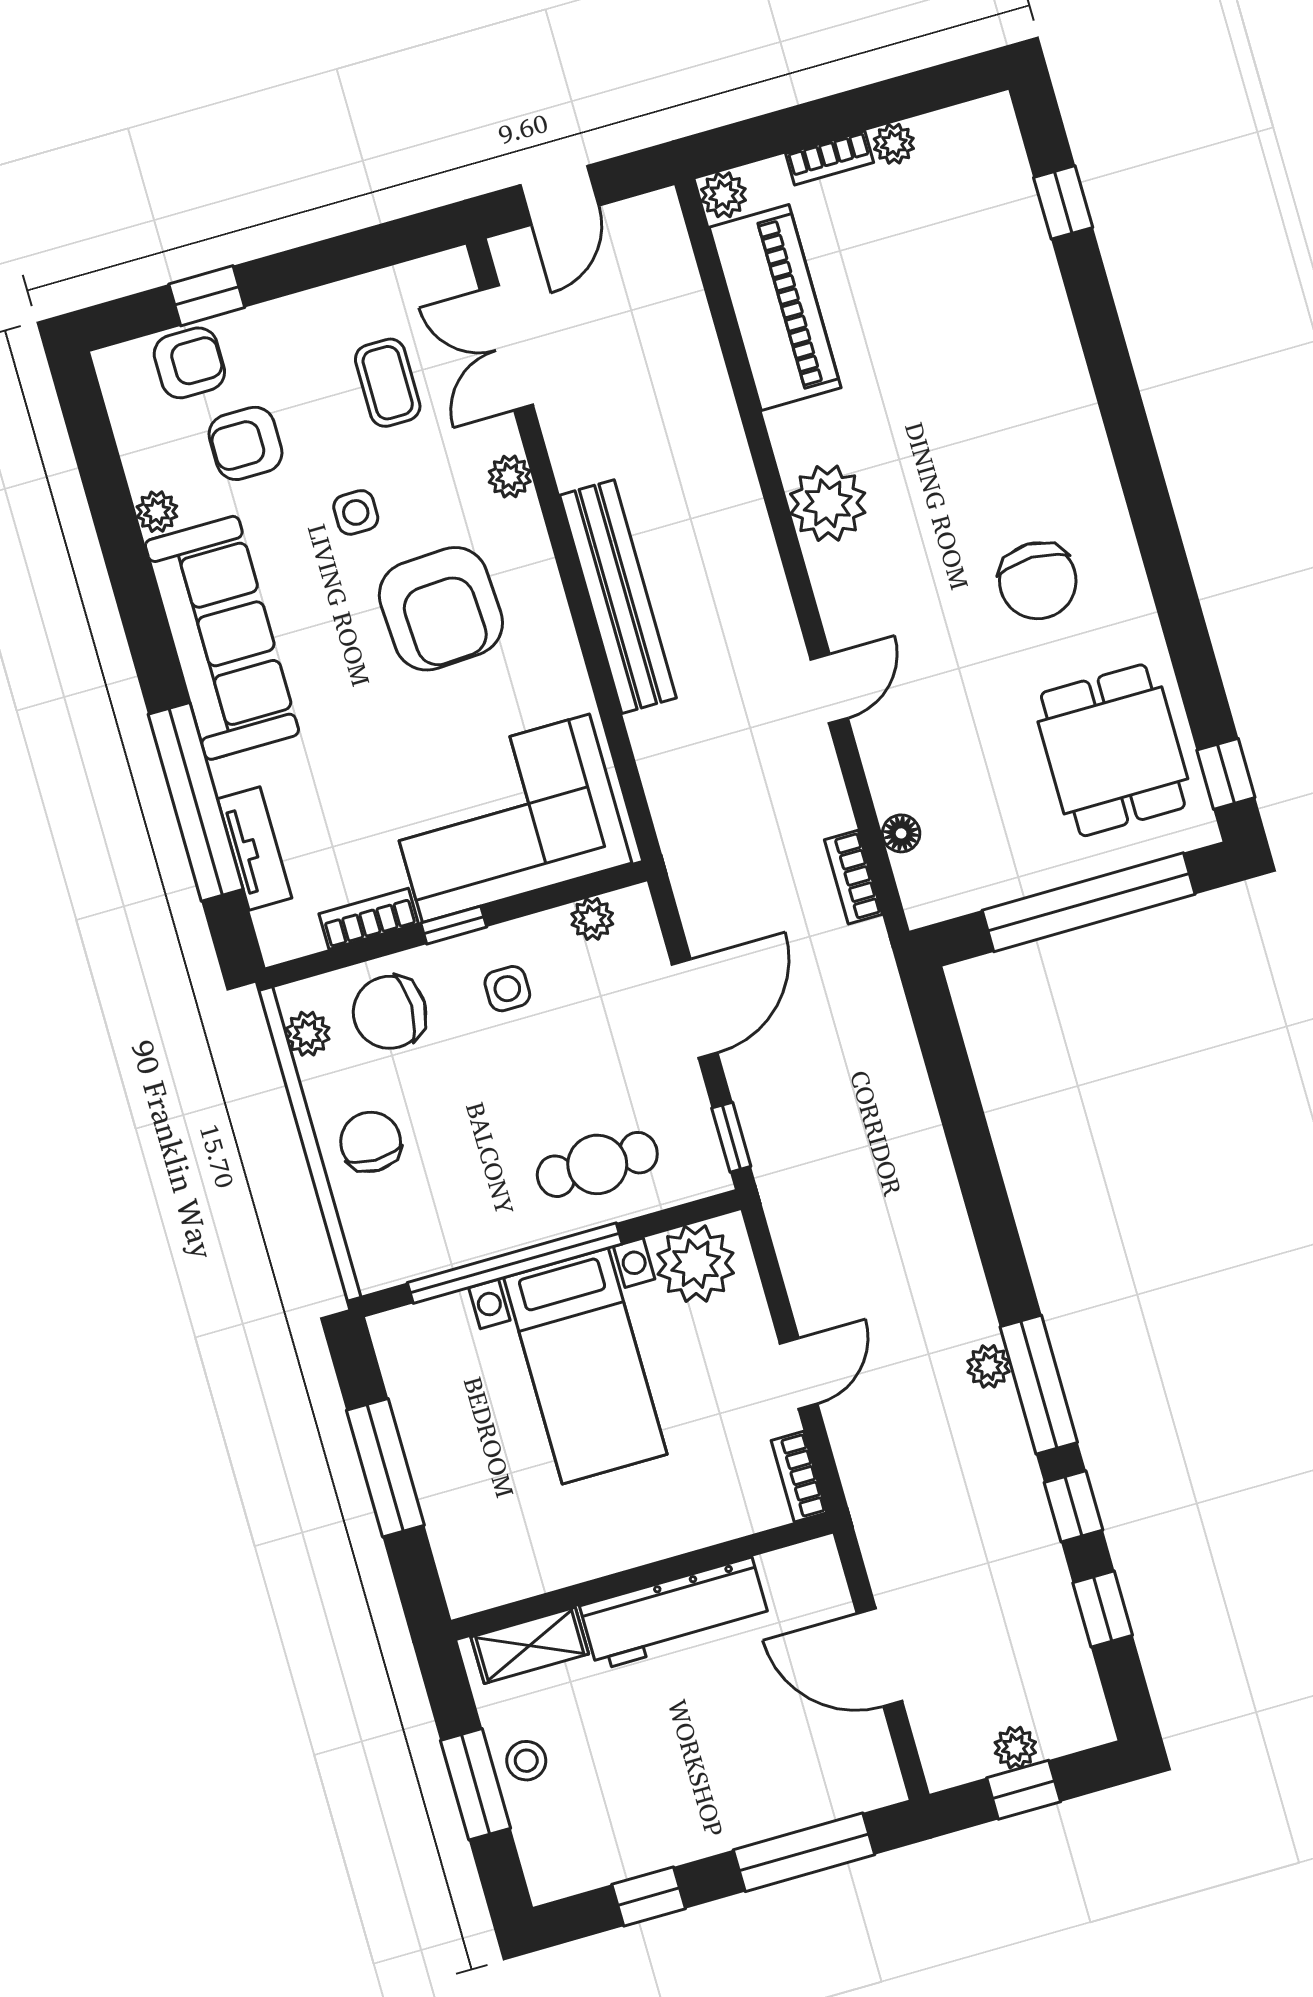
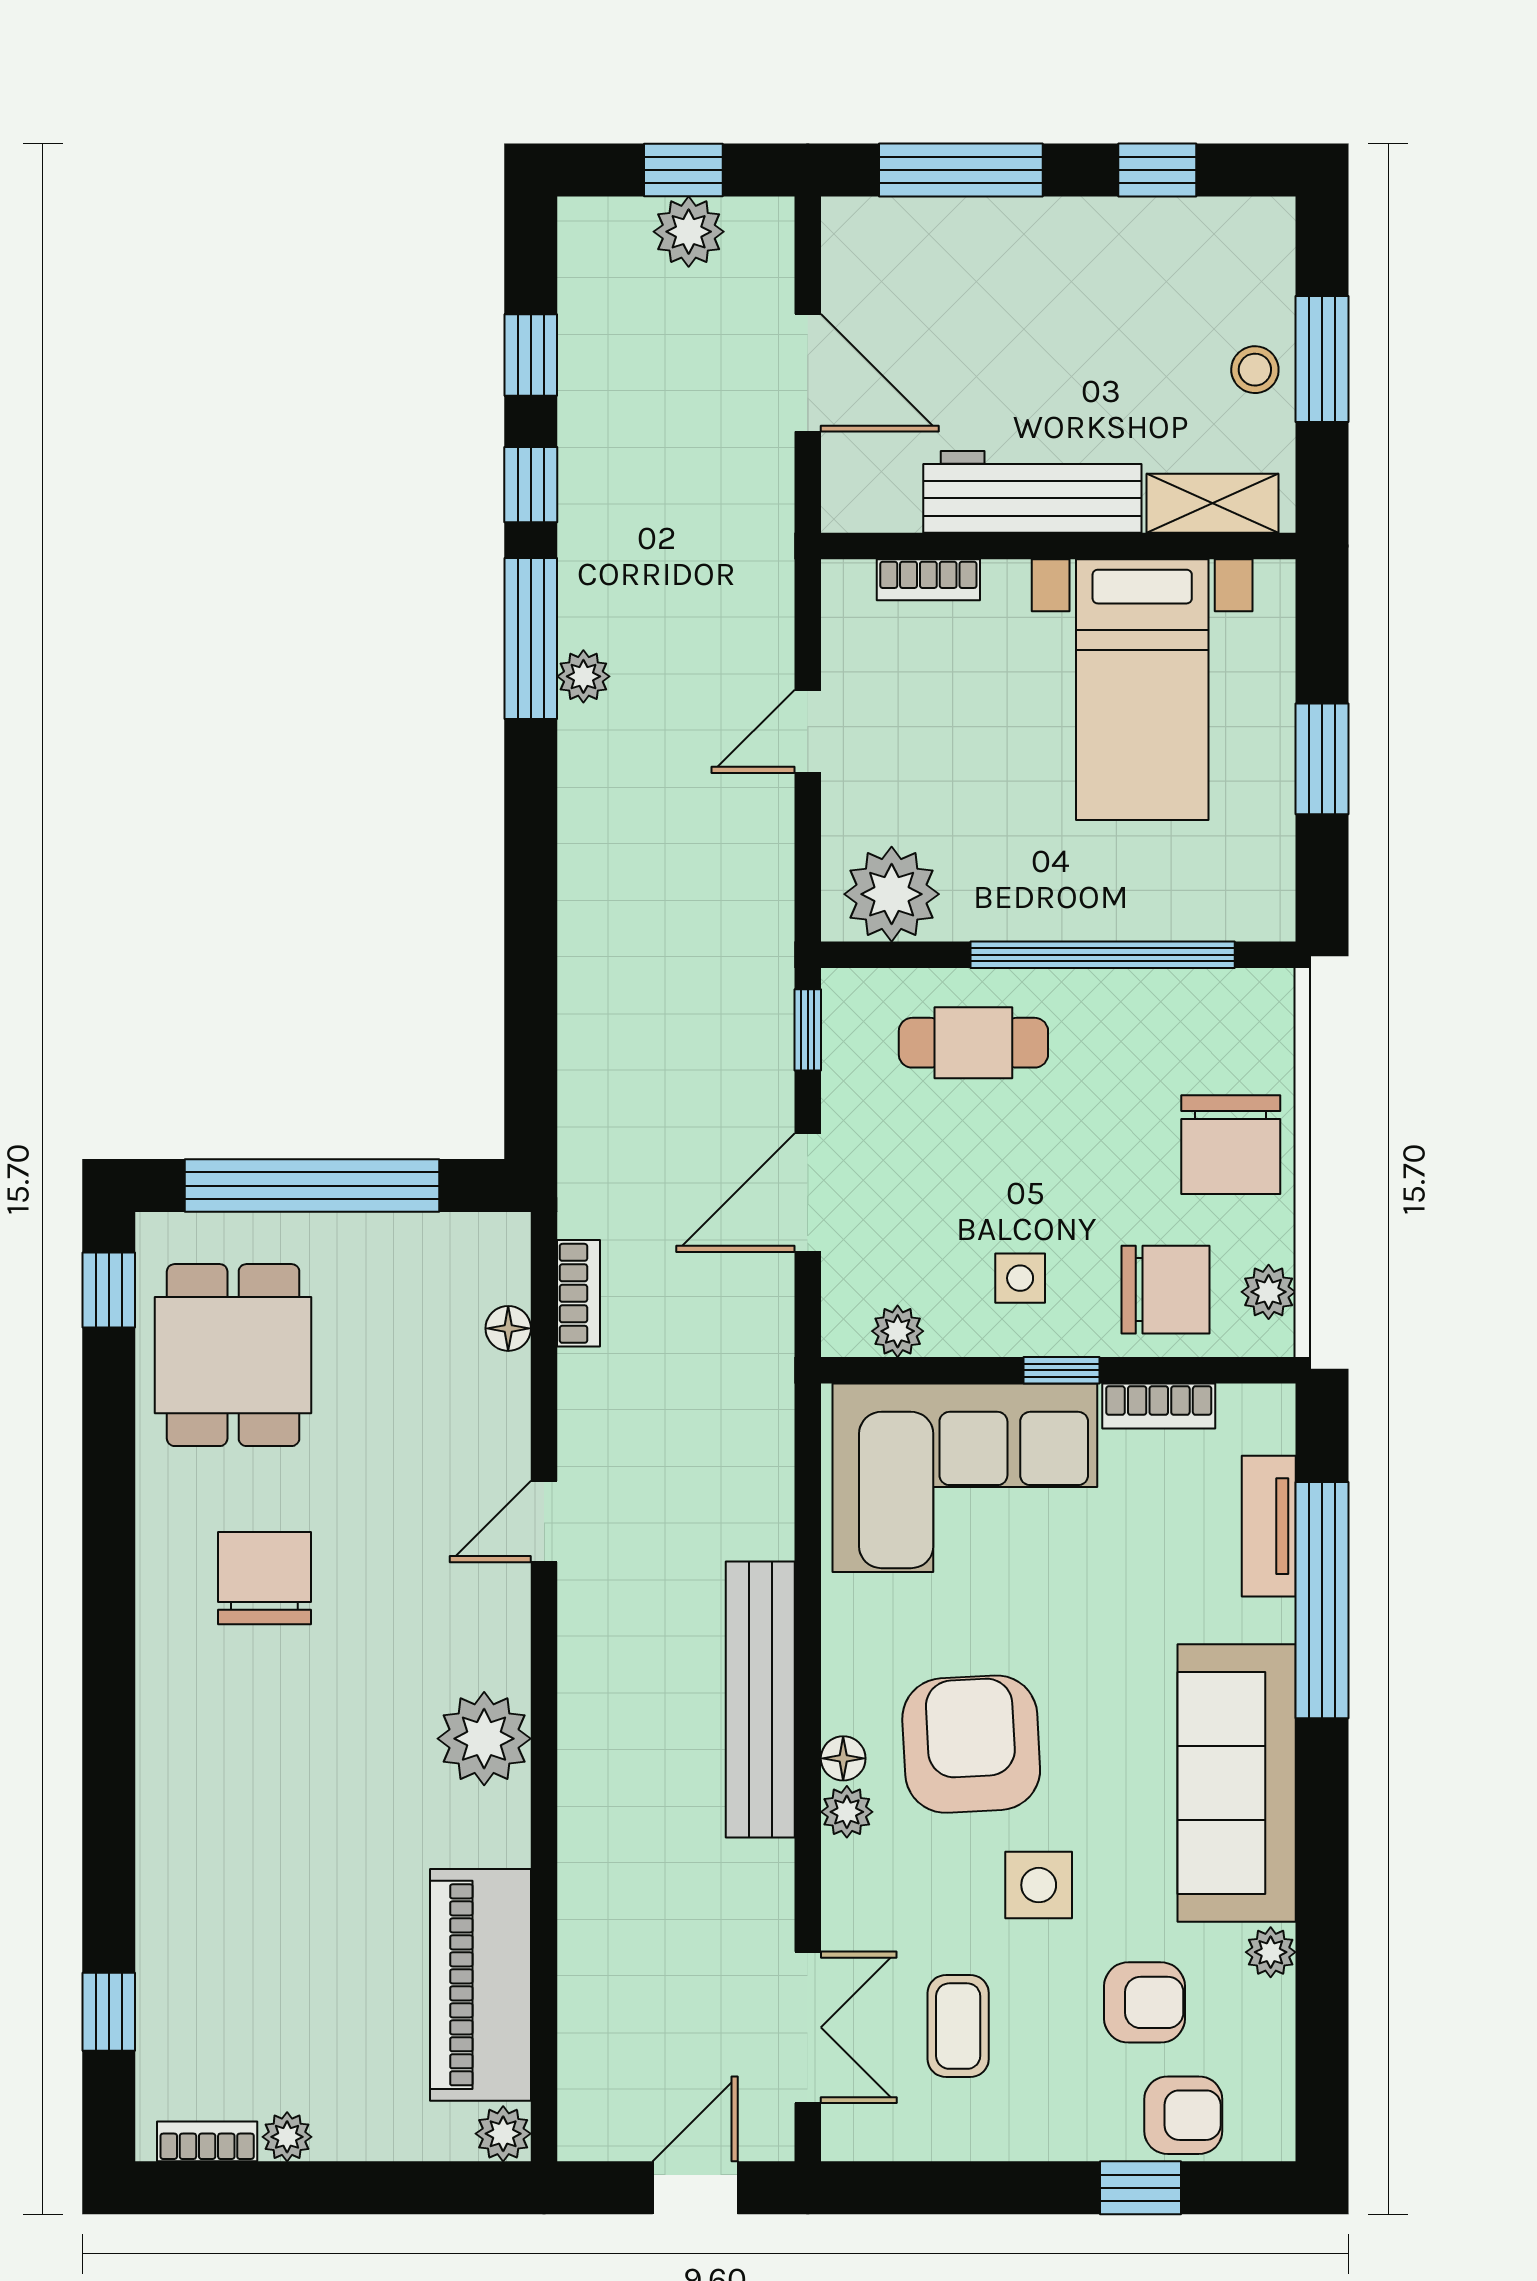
bookcase: (830, 158) -> (207, 2141), moved
armchair: (189, 363) -> (1183, 2115), turned 180
plant: (510, 477) -> (847, 1812), moved
side table: (356, 512) -> (1039, 1885), width x1.37, depth x1.37
floor lamp: (539, 569) -> (843, 1758), added
chair: (371, 1142) -> (1231, 1145), width x1.37, depth x1.37
bed with nightstands: (585, 1366) -> (1142, 690), moved, turned 180
window: (385, 1468) -> (1322, 759), width x0.69
bookcase: (799, 1477) -> (928, 580), moved, turned 90
plant: (1015, 1748) -> (689, 232), width x1.38, depth x1.38

